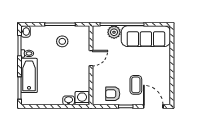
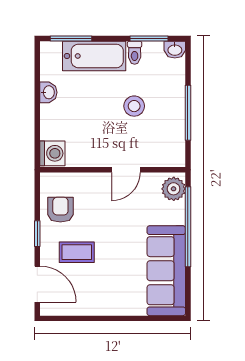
plant: (114, 32) -> (174, 189), moved
stool: (62, 41) -> (134, 106), moved
door: (91, 58) -> (126, 170), hinge flipped
washbasin: (69, 100) -> (48, 92), moved
door: (153, 106) -> (37, 284), hinge flipped

